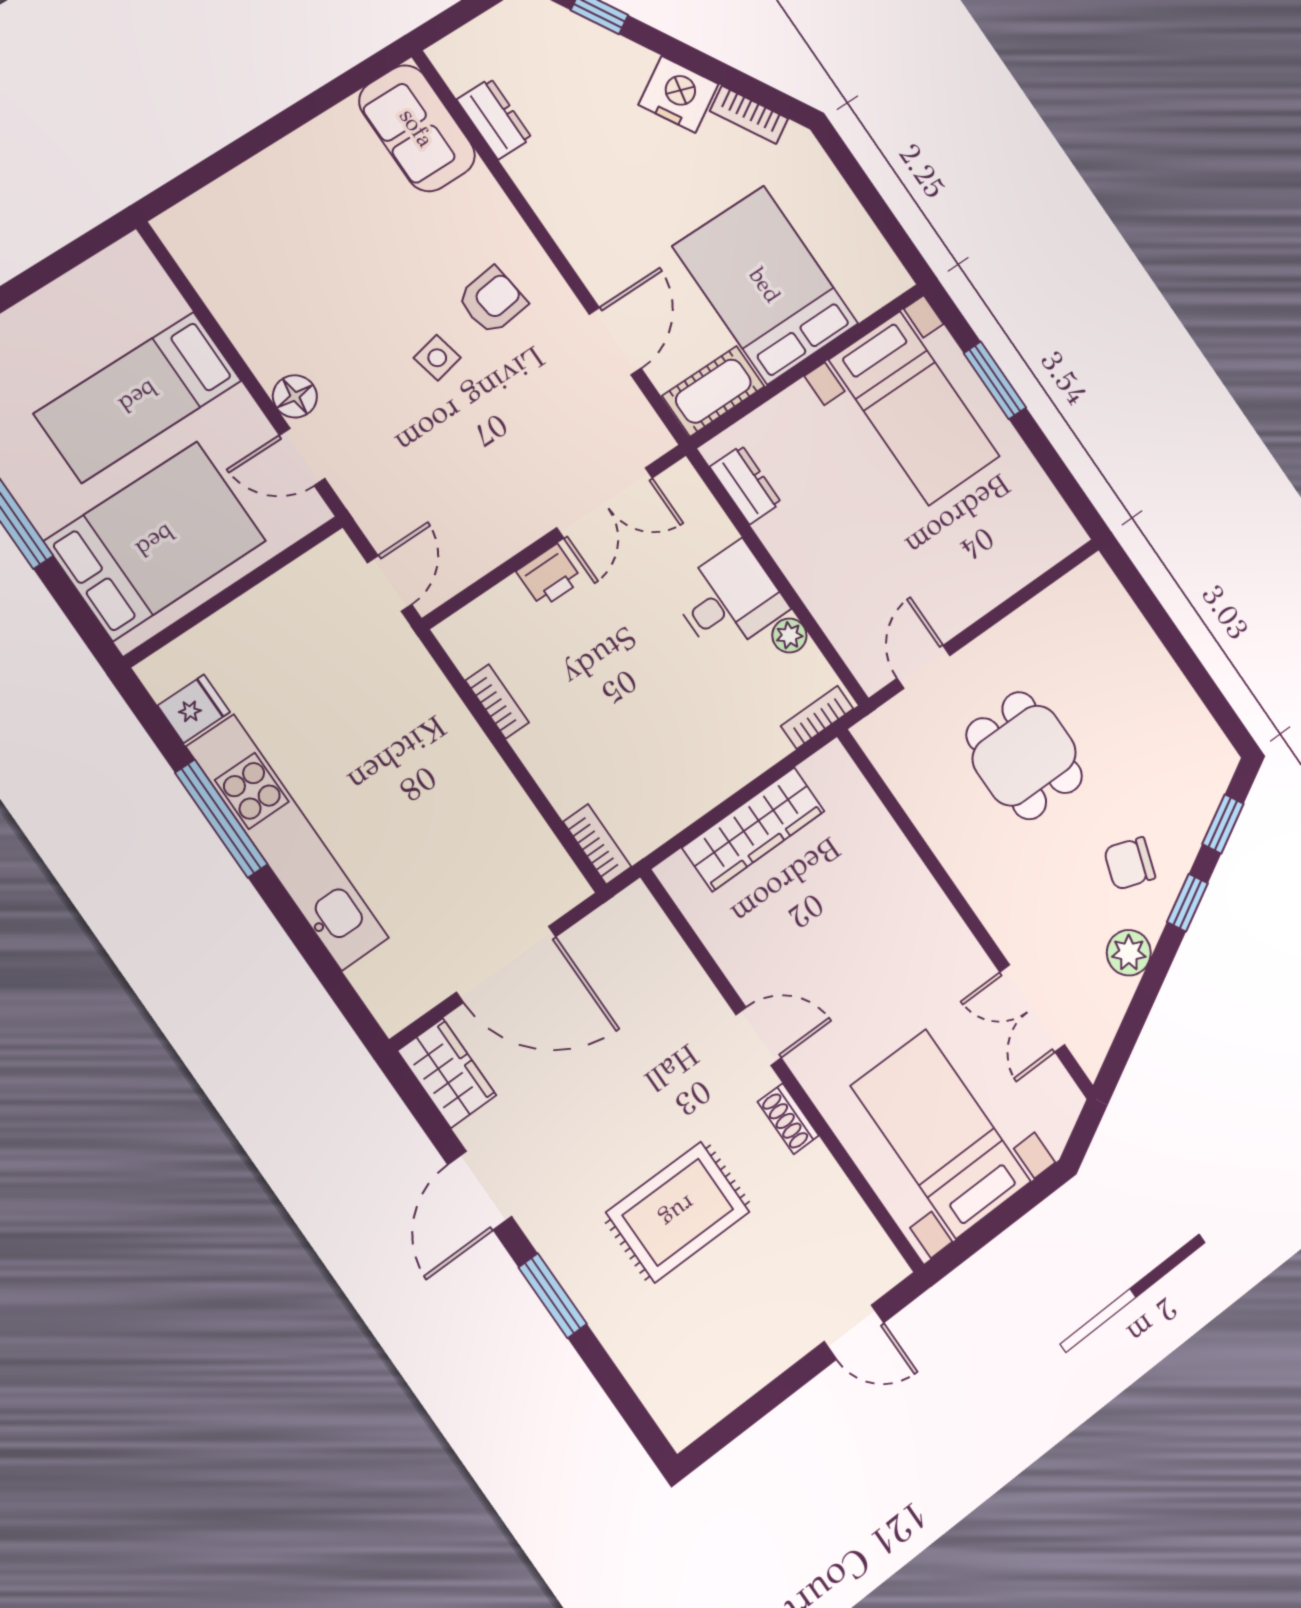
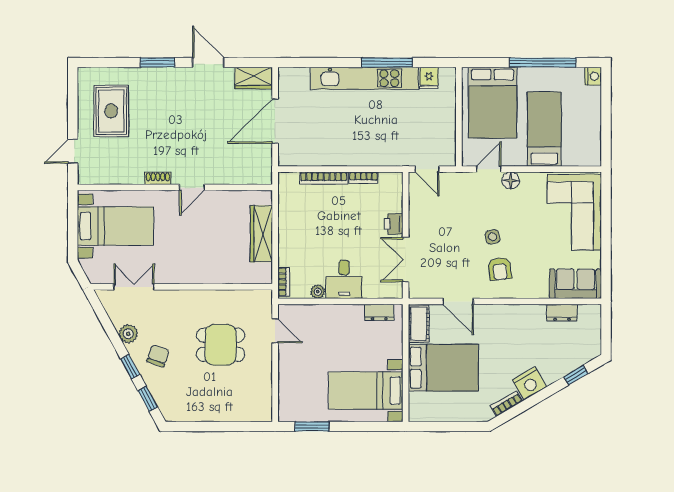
corner sofa: (271, 224) -> (574, 212), added
window: (995, 380) -> (312, 426), moved
bookcase: (597, 844) -> (324, 178), moved, width x1.56
rug: (678, 1212) -> (111, 111), moved

